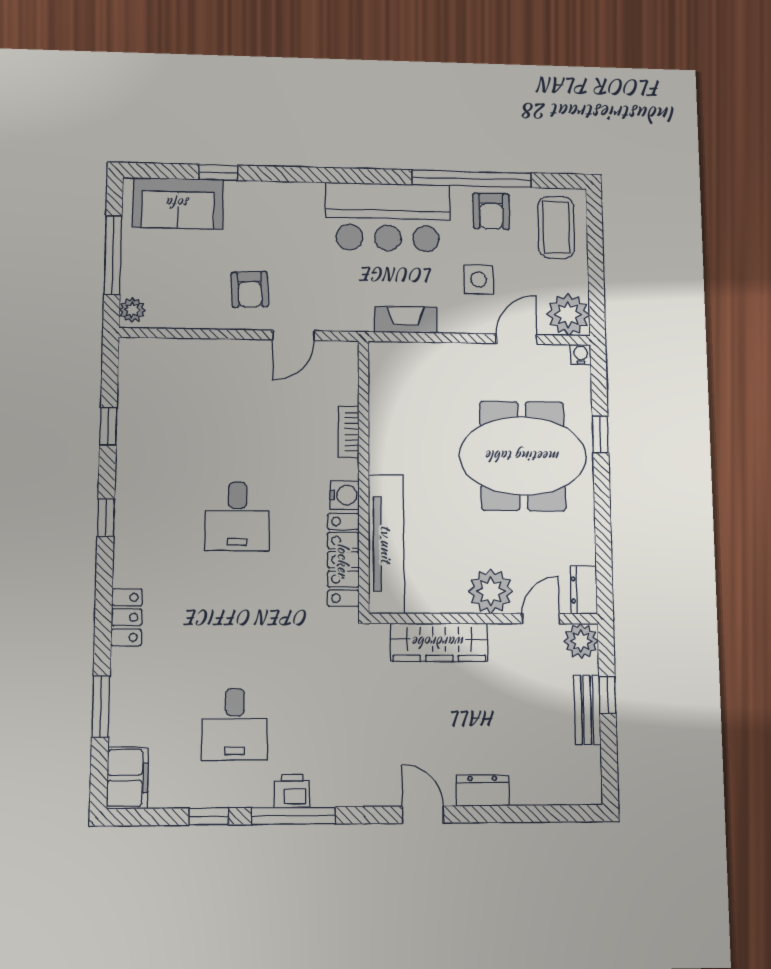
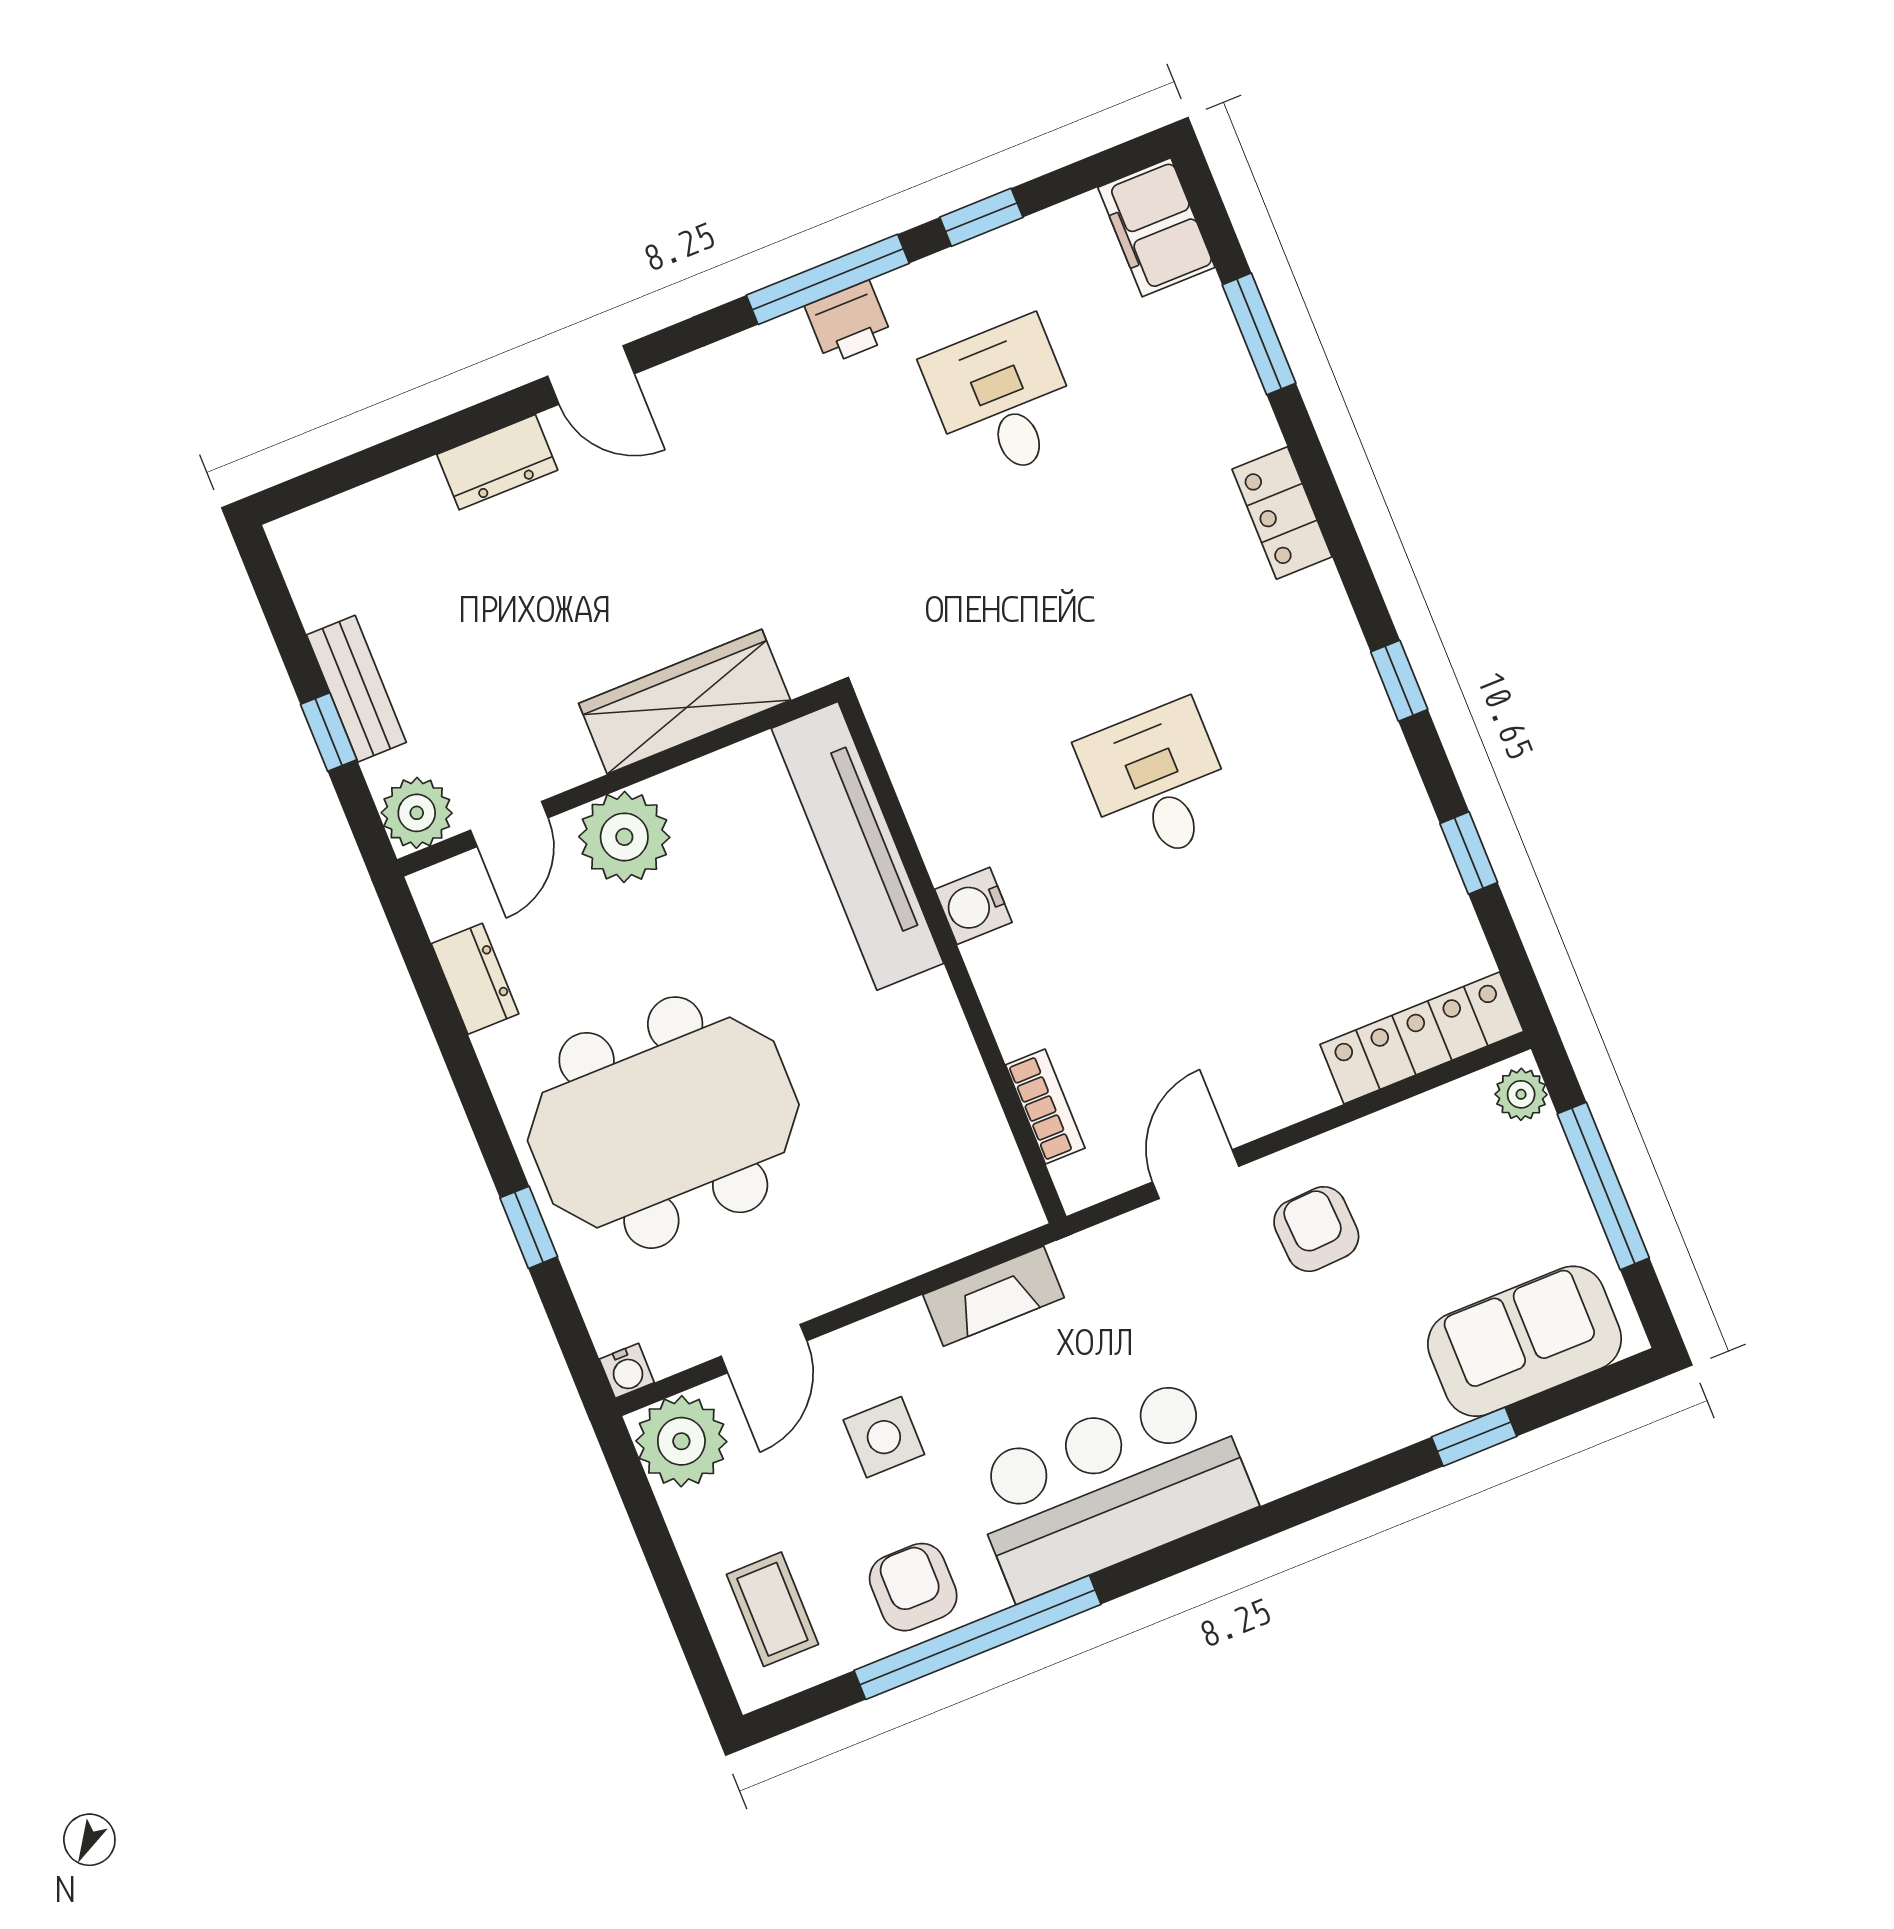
coffee table: (556, 227) -> (772, 1609), width x0.73, depth x0.77
bookcase: (349, 432) -> (1045, 1107), moved
locker: (343, 560) -> (1422, 1038), moved, turned -90
dresser: (584, 590) -> (475, 979), moved

